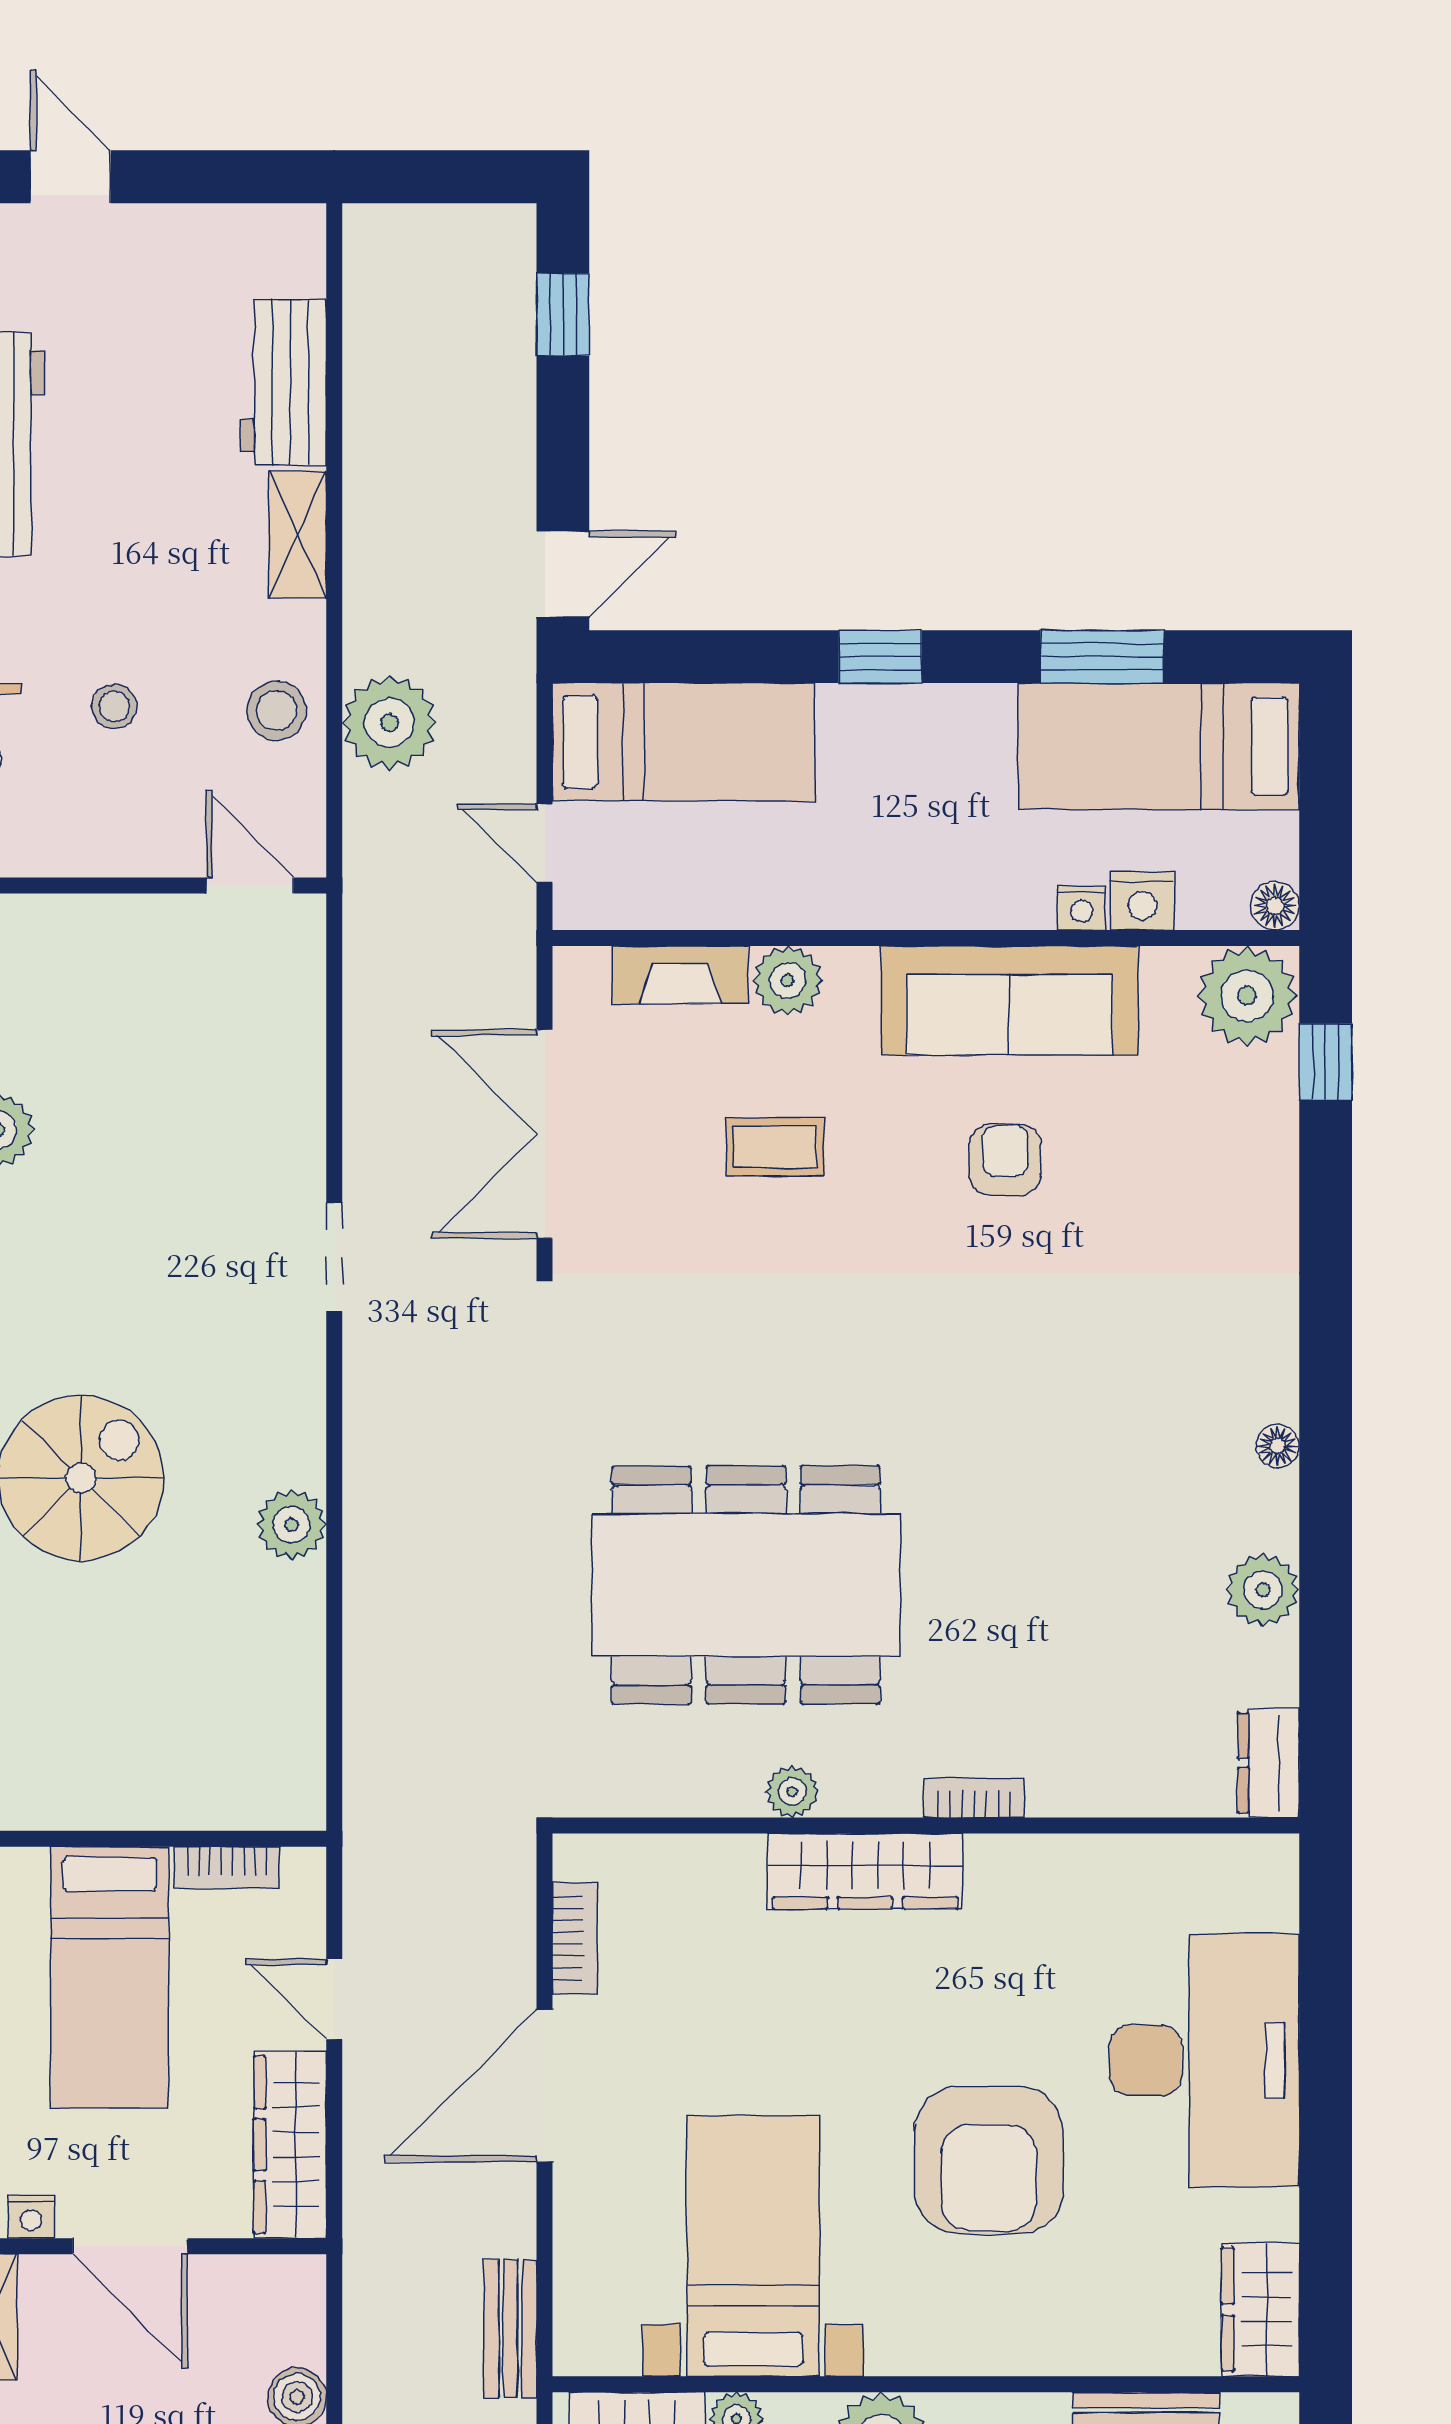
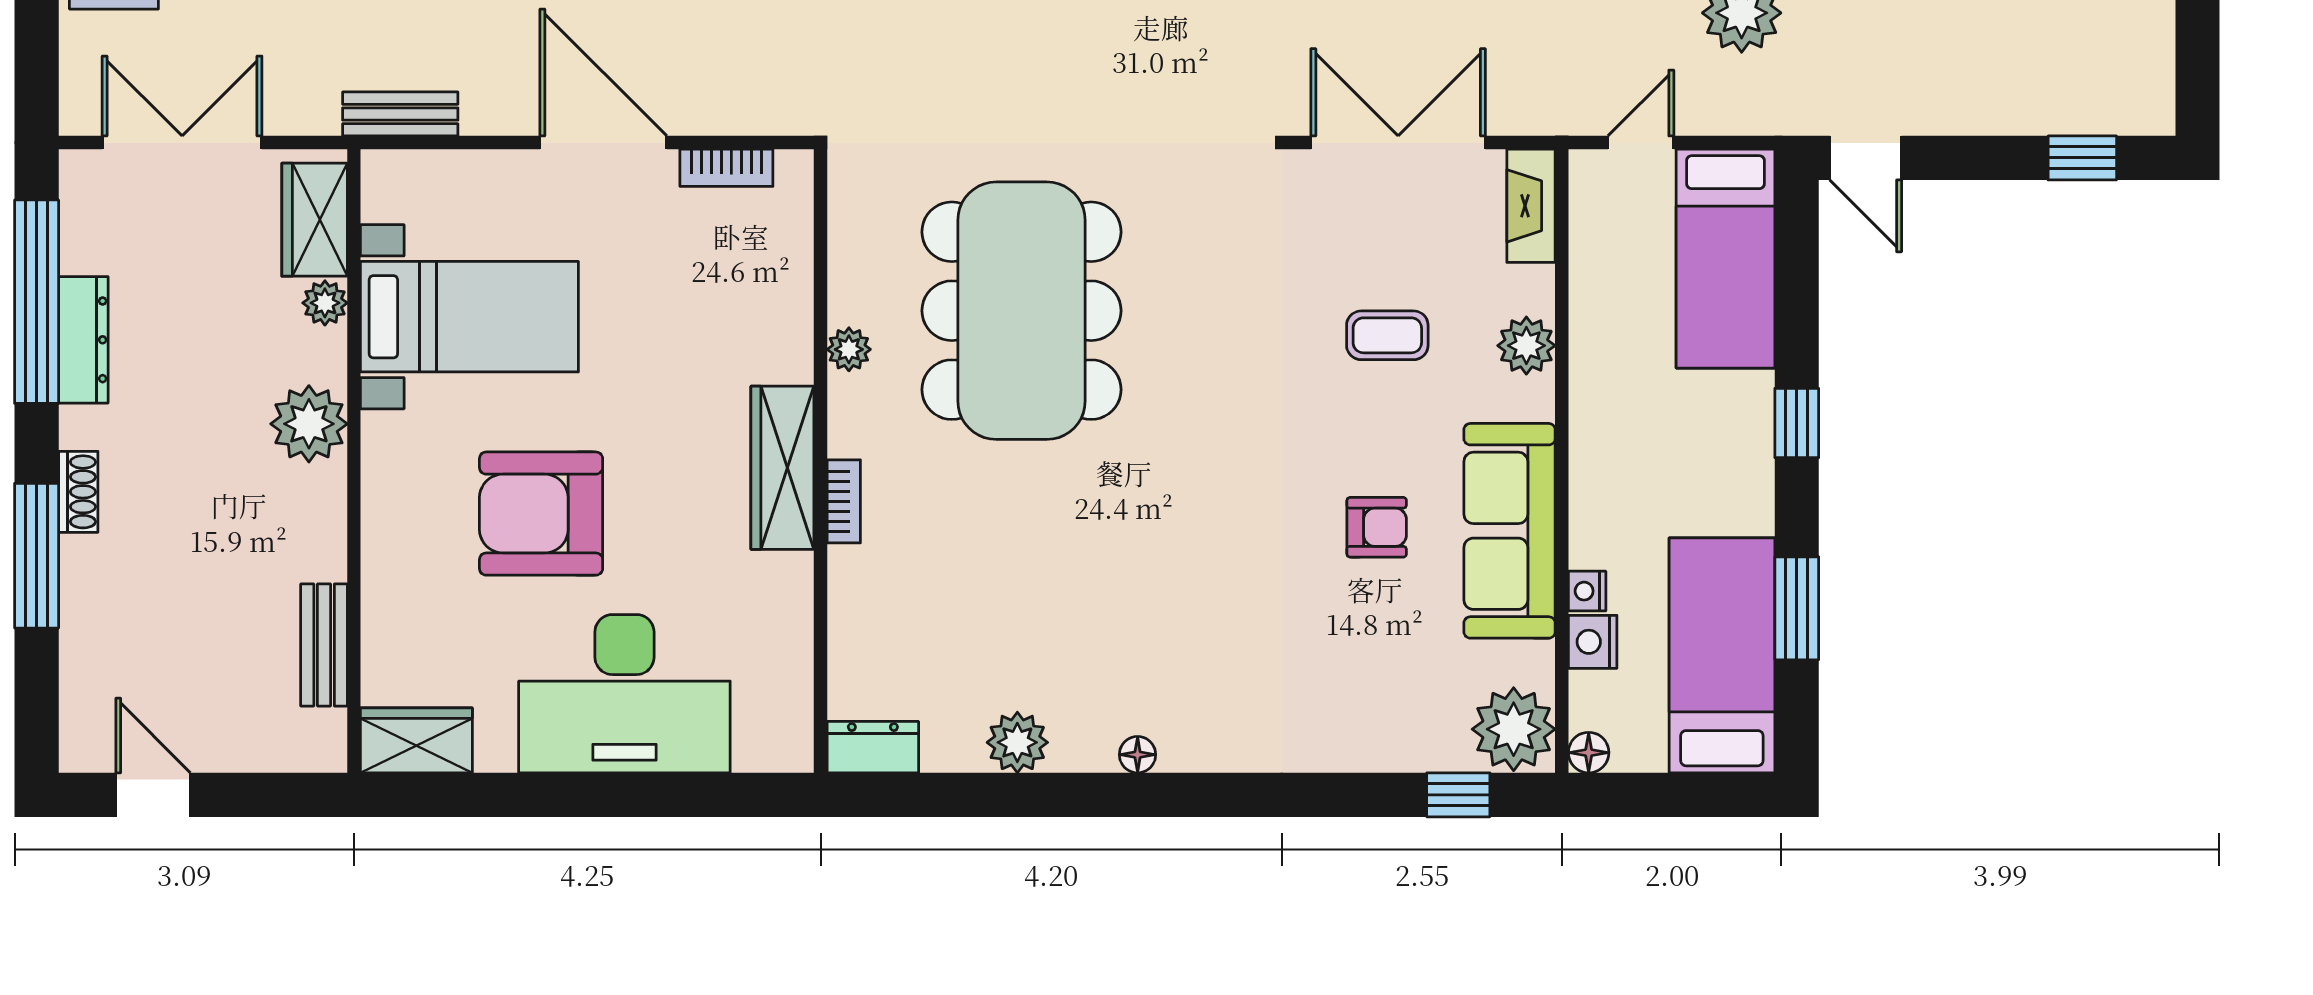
fireplace: (680, 975) -> (1531, 206), moved
coffee table: (775, 1147) -> (1387, 335), turned 90
wardrobe: (865, 1871) -> (782, 468), moved

